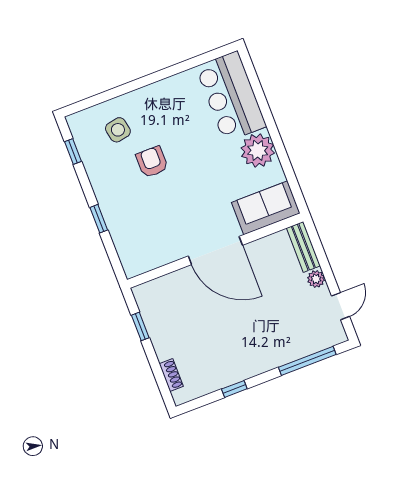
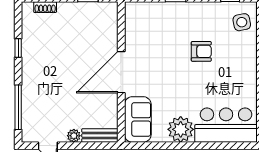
side table: (118, 130) -> (242, 22), moved

